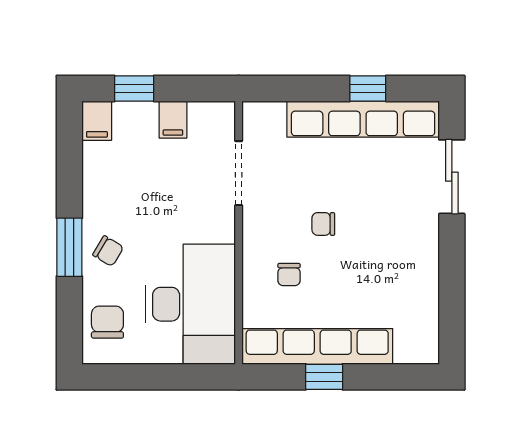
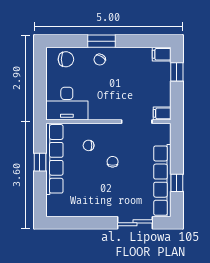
filing cabinet: (173, 120) -> (162, 113), moved
desk: (190, 304) -> (67, 104), width x0.73, depth x0.77

